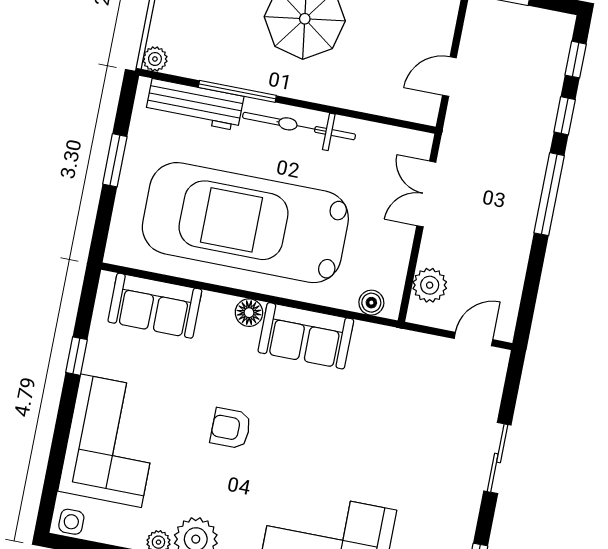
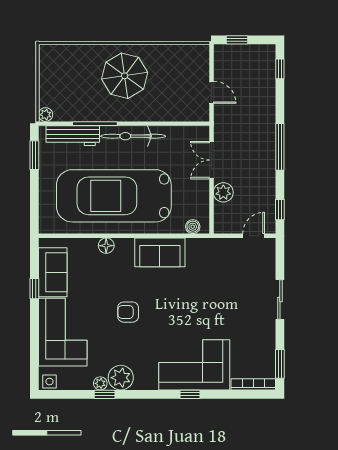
door: (449, 77) -> (211, 92), swing flipped
window: (565, 116) -> (280, 210), moved
window: (115, 160) -> (34, 155), moved
plant: (430, 285) -> (223, 192), moved
sofa: (155, 306) -> (53, 272), moved, turned -90
floor lamp: (249, 313) -> (106, 246), moved

